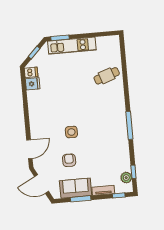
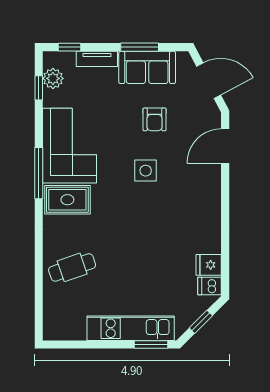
rug: (112, 112) -> (67, 200), added
corner sofa: (114, 142) -> (69, 146), added

